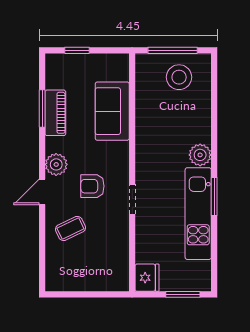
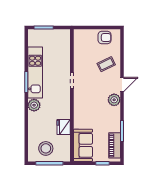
sofa: (112, 111) -> (83, 145), moved
piano: (55, 113) -> (115, 145), moved
armchair: (92, 186) -> (105, 38), moved
fridge: (147, 278) -> (64, 127), moved

